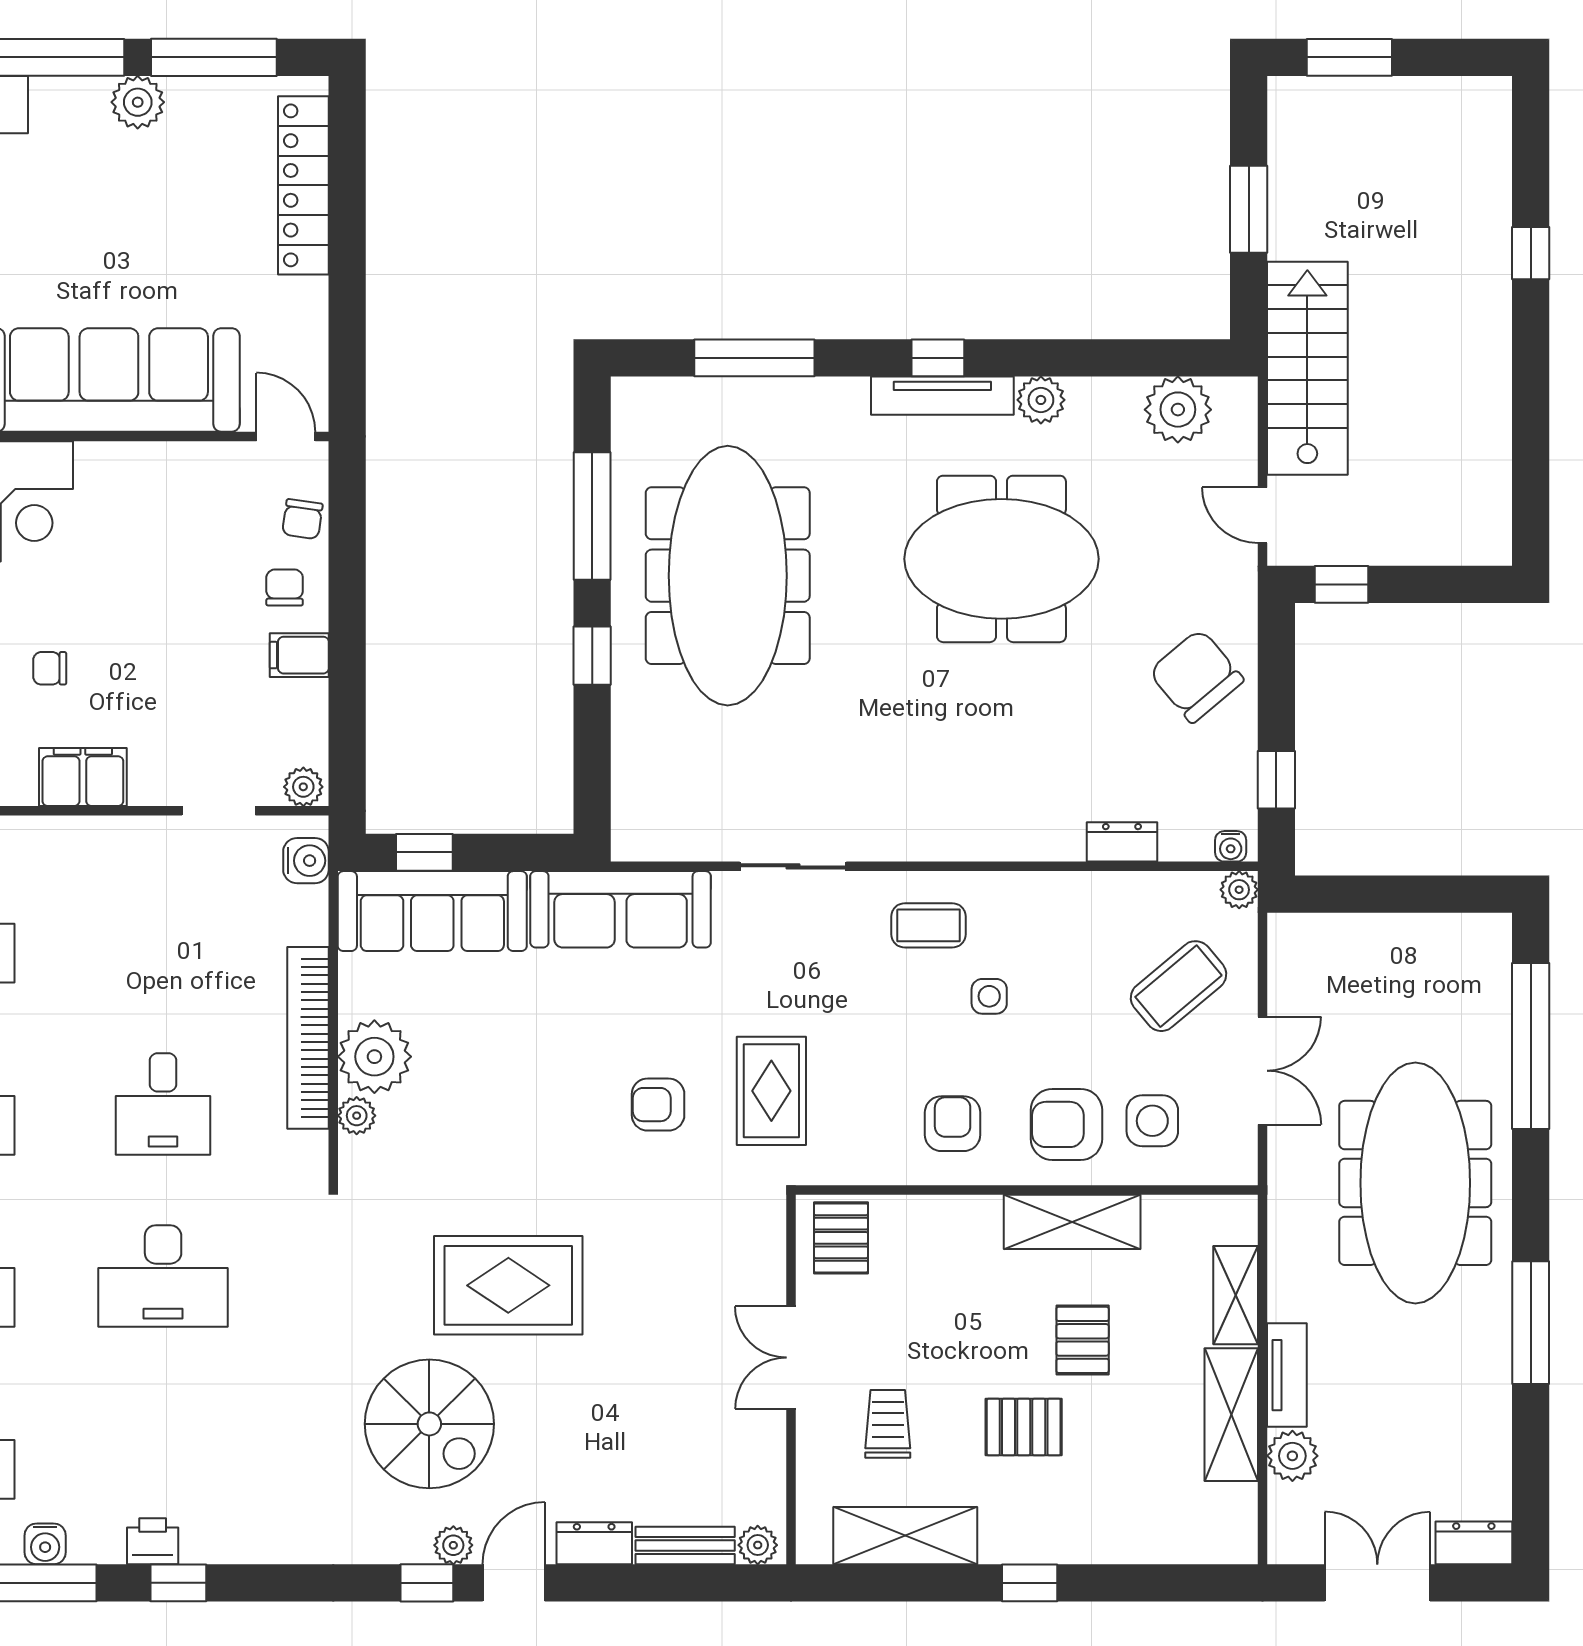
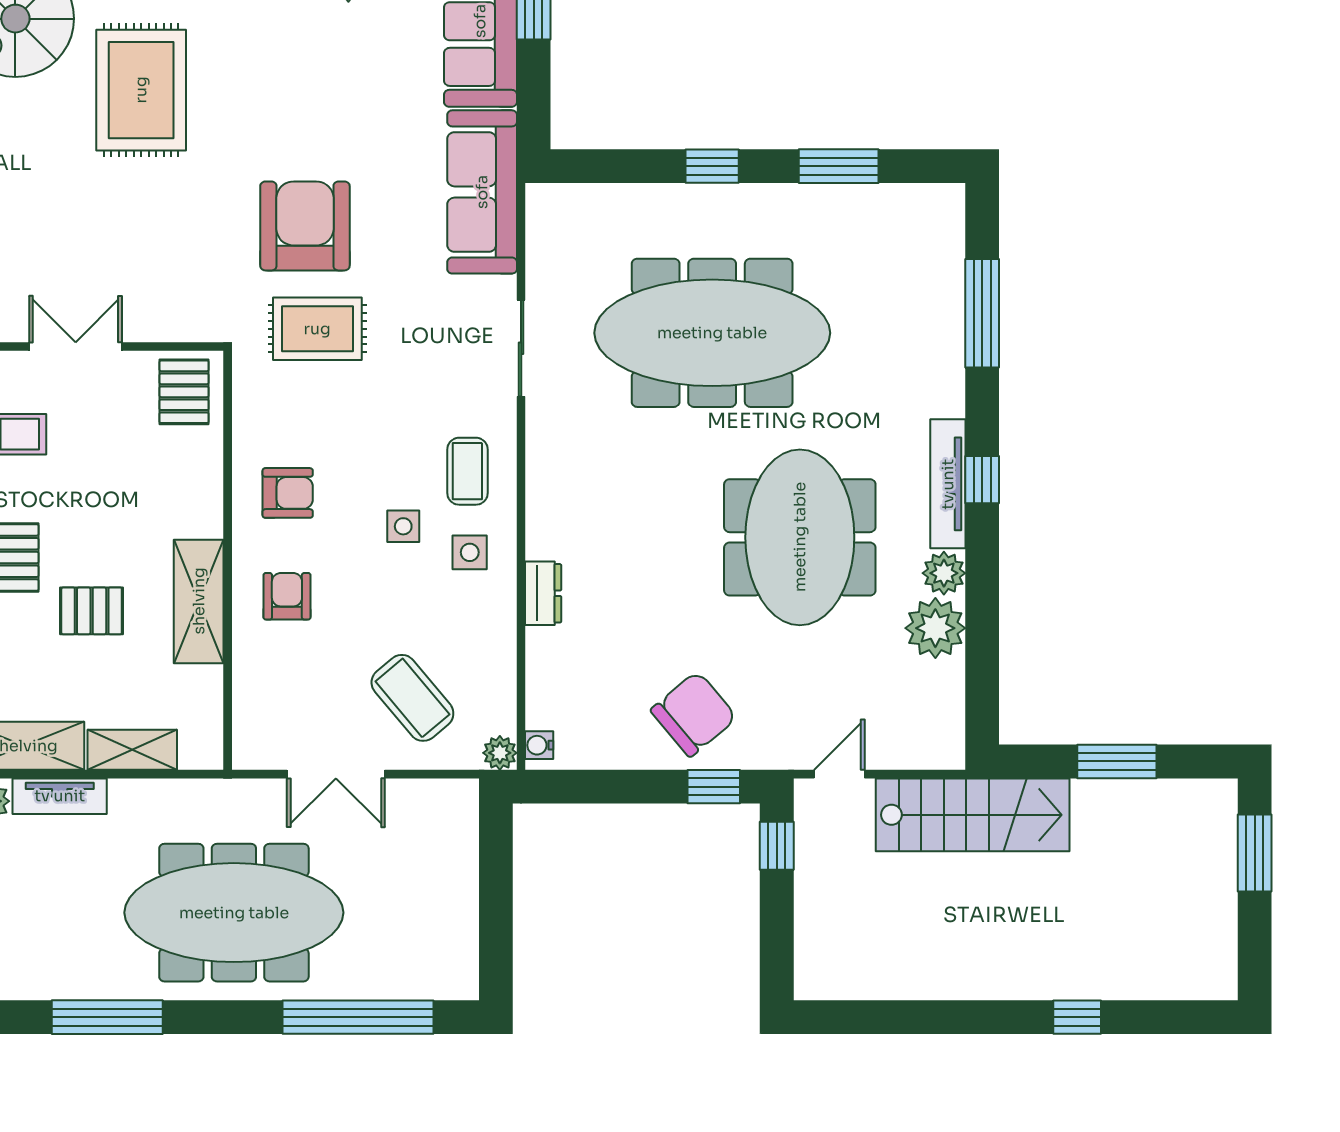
plant: (1178, 410) -> (935, 628), moved
window: (592, 516) -> (839, 166), width x0.69
meeting table: (728, 576) -> (712, 333), moved
window: (1276, 780) -> (714, 787), moved
dresser: (1122, 842) -> (543, 593), moved
armchair: (658, 1105) -> (305, 226), width x1.88, depth x1.88
side table: (1152, 1121) -> (470, 552), moved, width x0.73, depth x0.73
armchair: (1066, 1124) -> (287, 596), width x0.72, depth x0.72
pallet: (841, 1238) -> (184, 392), turned 90

